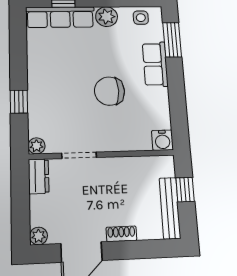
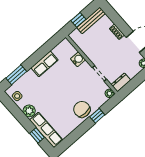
row of seats: (155, 64) -> (45, 64), moved
chair: (109, 91) -> (82, 109), moved, turned 180
water cooler: (162, 140) -> (78, 59), moved

